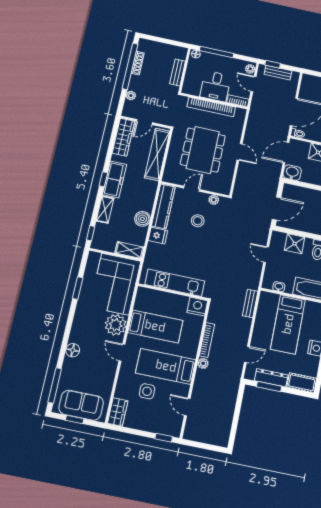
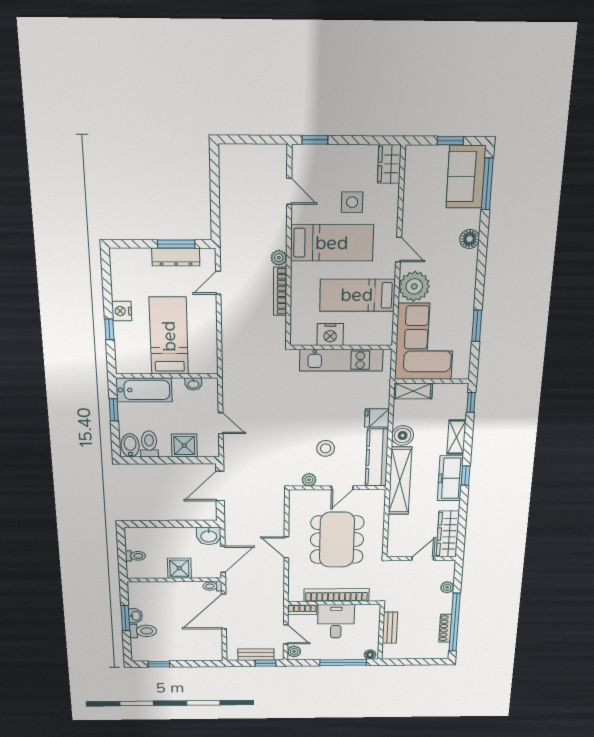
shelving: (157, 154) -> (400, 481), moved
bench: (250, 303) -> (229, 353), removed
nightstand: (197, 307) -> (330, 334), moved
cot: (302, 383) -> (130, 259), removed
sofa: (81, 405) -> (466, 177), moved, turned 90

